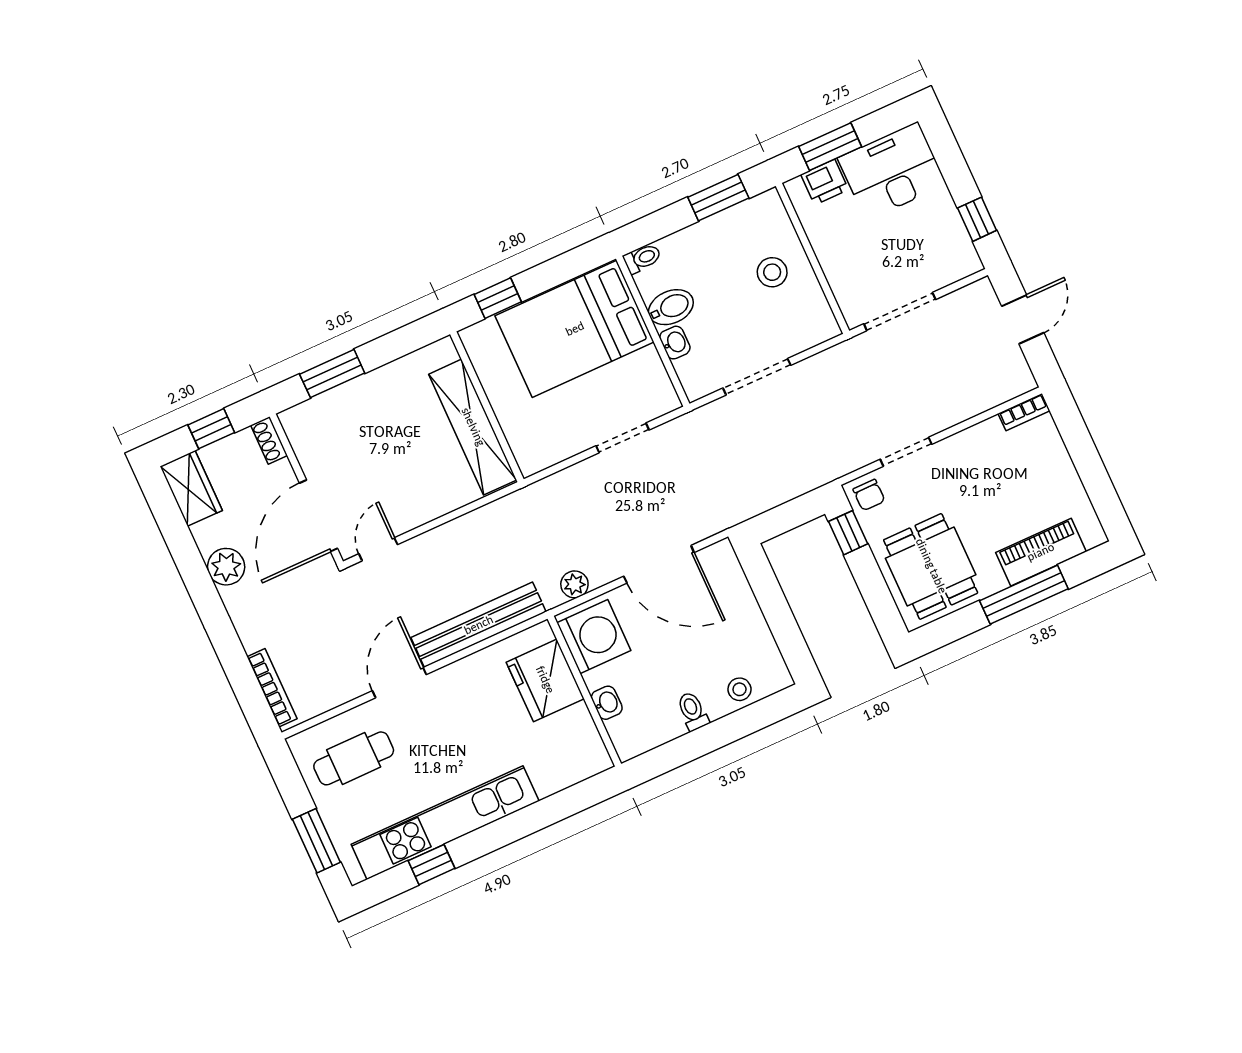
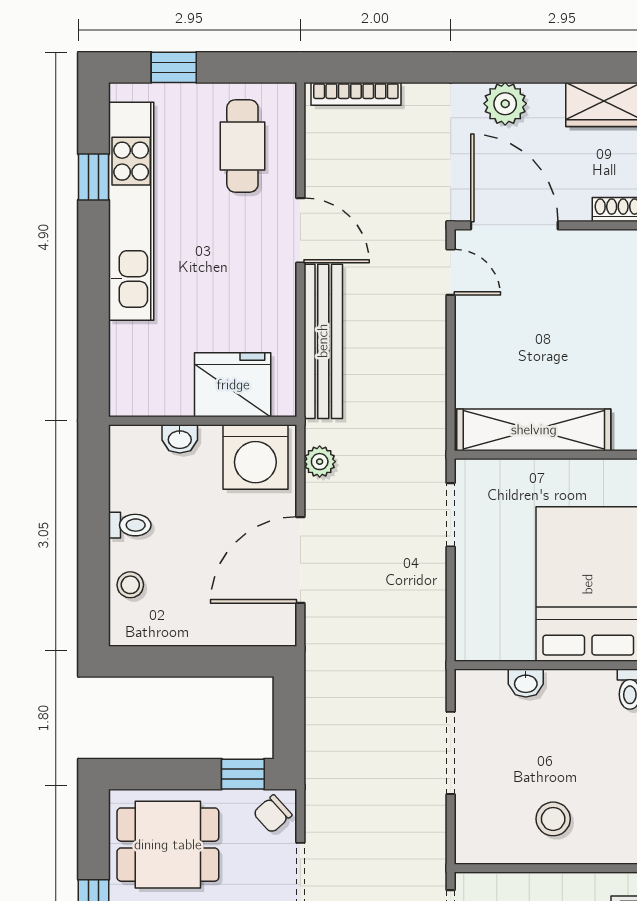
bidet: (671, 307) -> (565, 696), removed
doorway: (623, 438) -> (451, 515), moved
chair: (869, 495) -> (273, 814), turned -42
window: (316, 841) -> (174, 67), width x0.67

